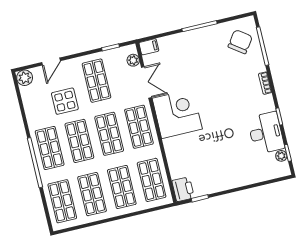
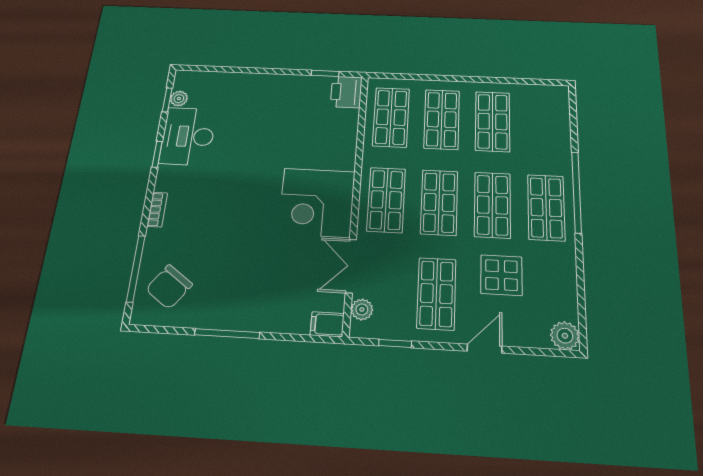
door: (51, 62) -> (485, 349), moved
shop shelf: (62, 201) -> (544, 124), removed

